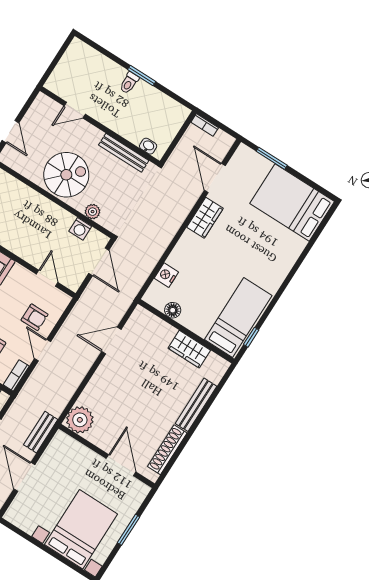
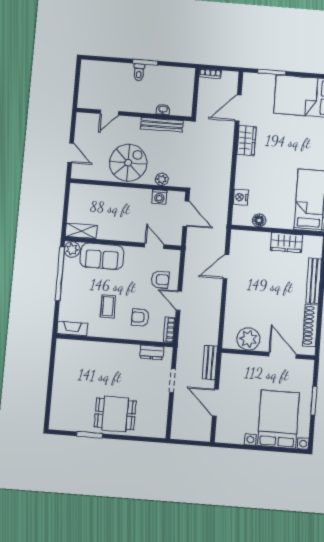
washbasin: (148, 146) -> (163, 109), moved
door: (215, 178) -> (238, 108), hinge flipped
plant: (80, 420) -> (248, 339), moved

